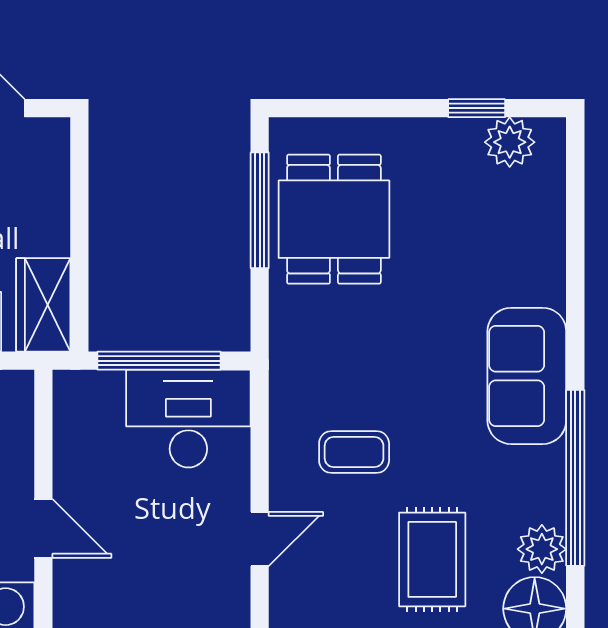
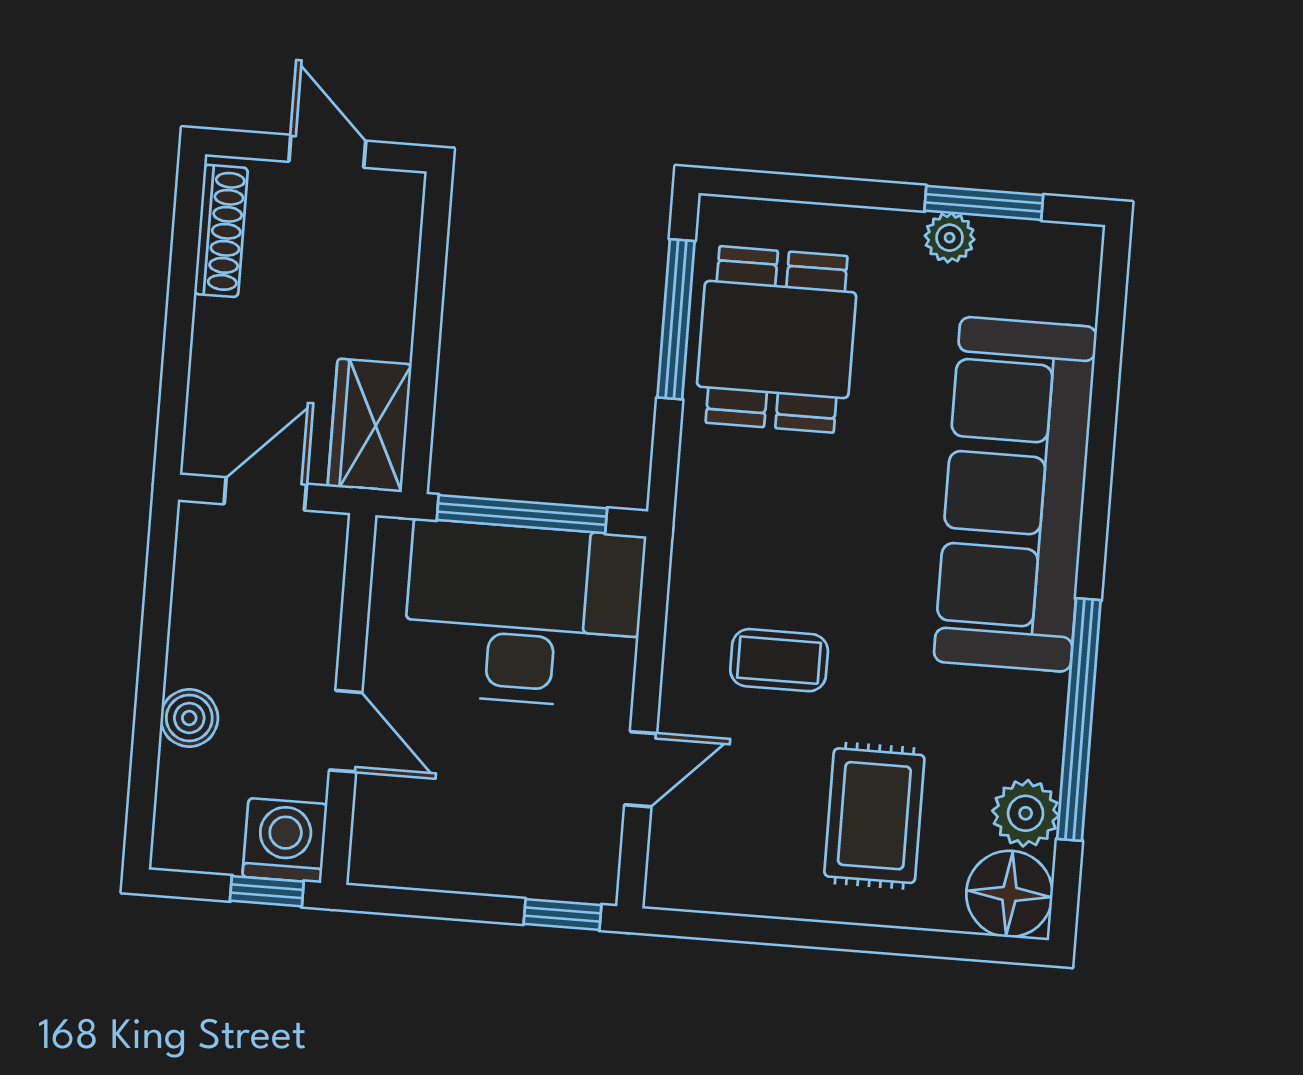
window: (477, 108) -> (984, 203), width x1.50
plant: (510, 142) -> (950, 238), moved, width x0.73, depth x0.73
sofa: (527, 376) -> (1015, 494), width x1.85, depth x1.27
desk: (188, 419) -> (523, 614), width x1.36, depth x1.30

